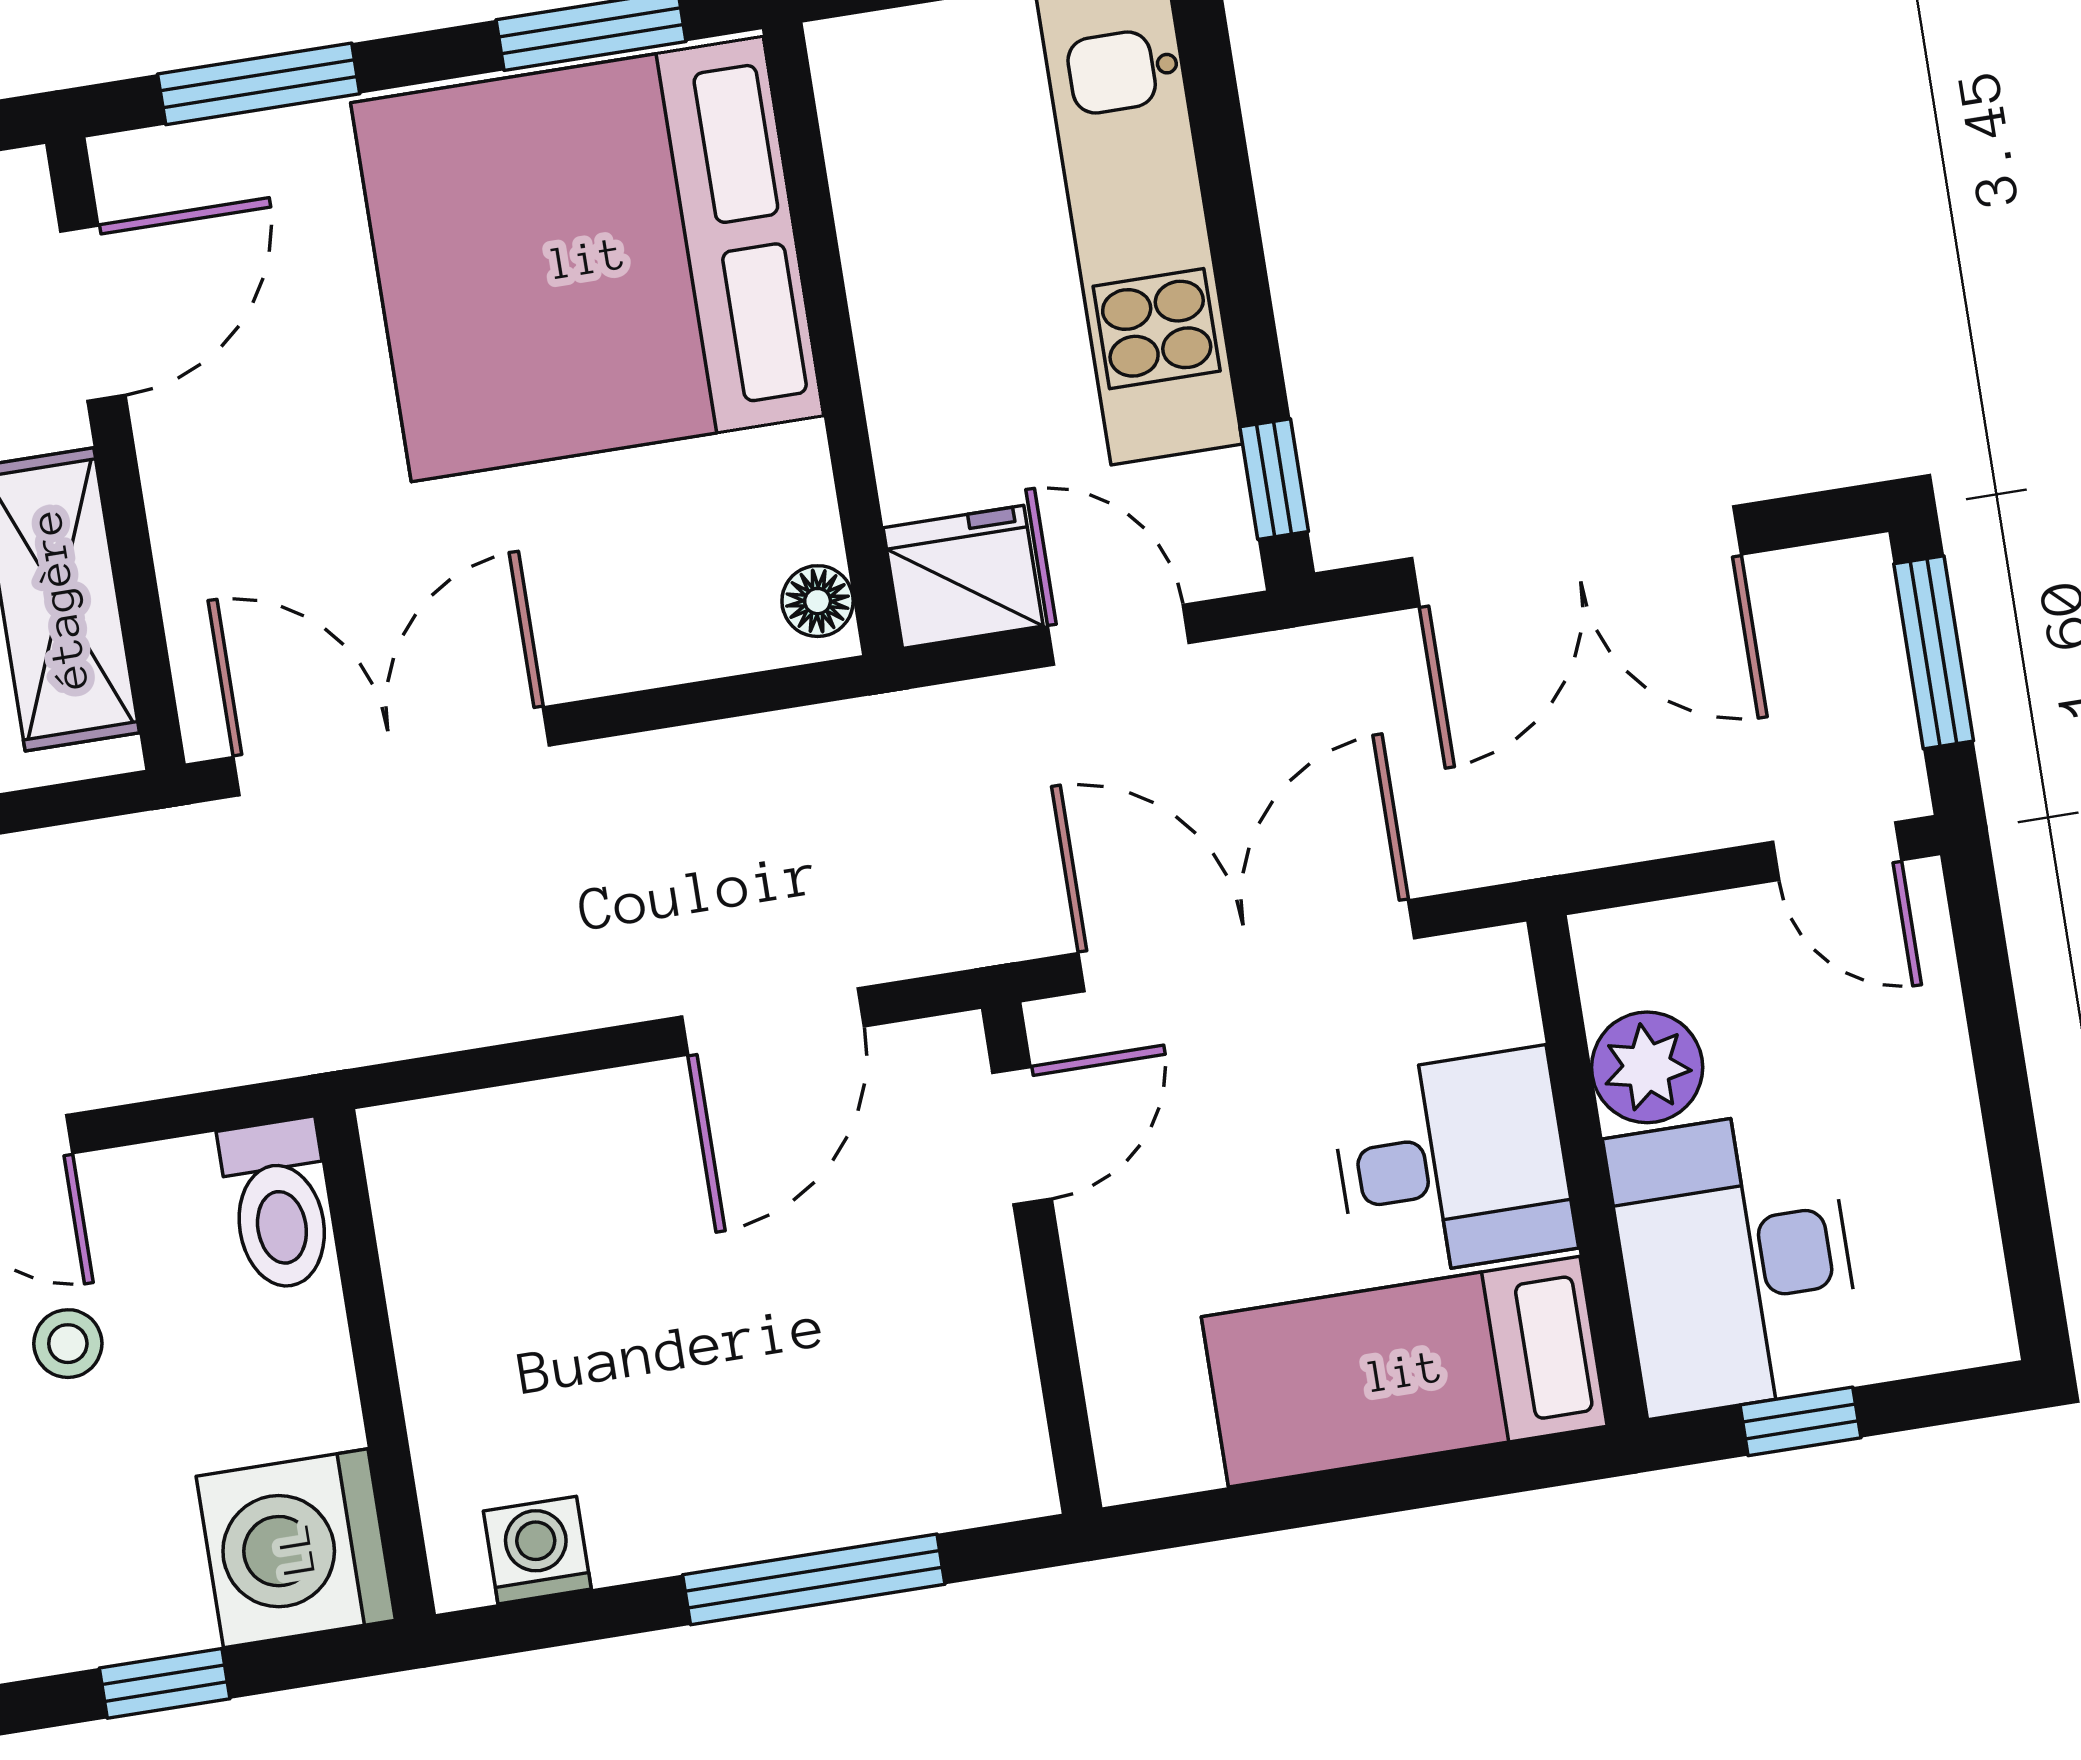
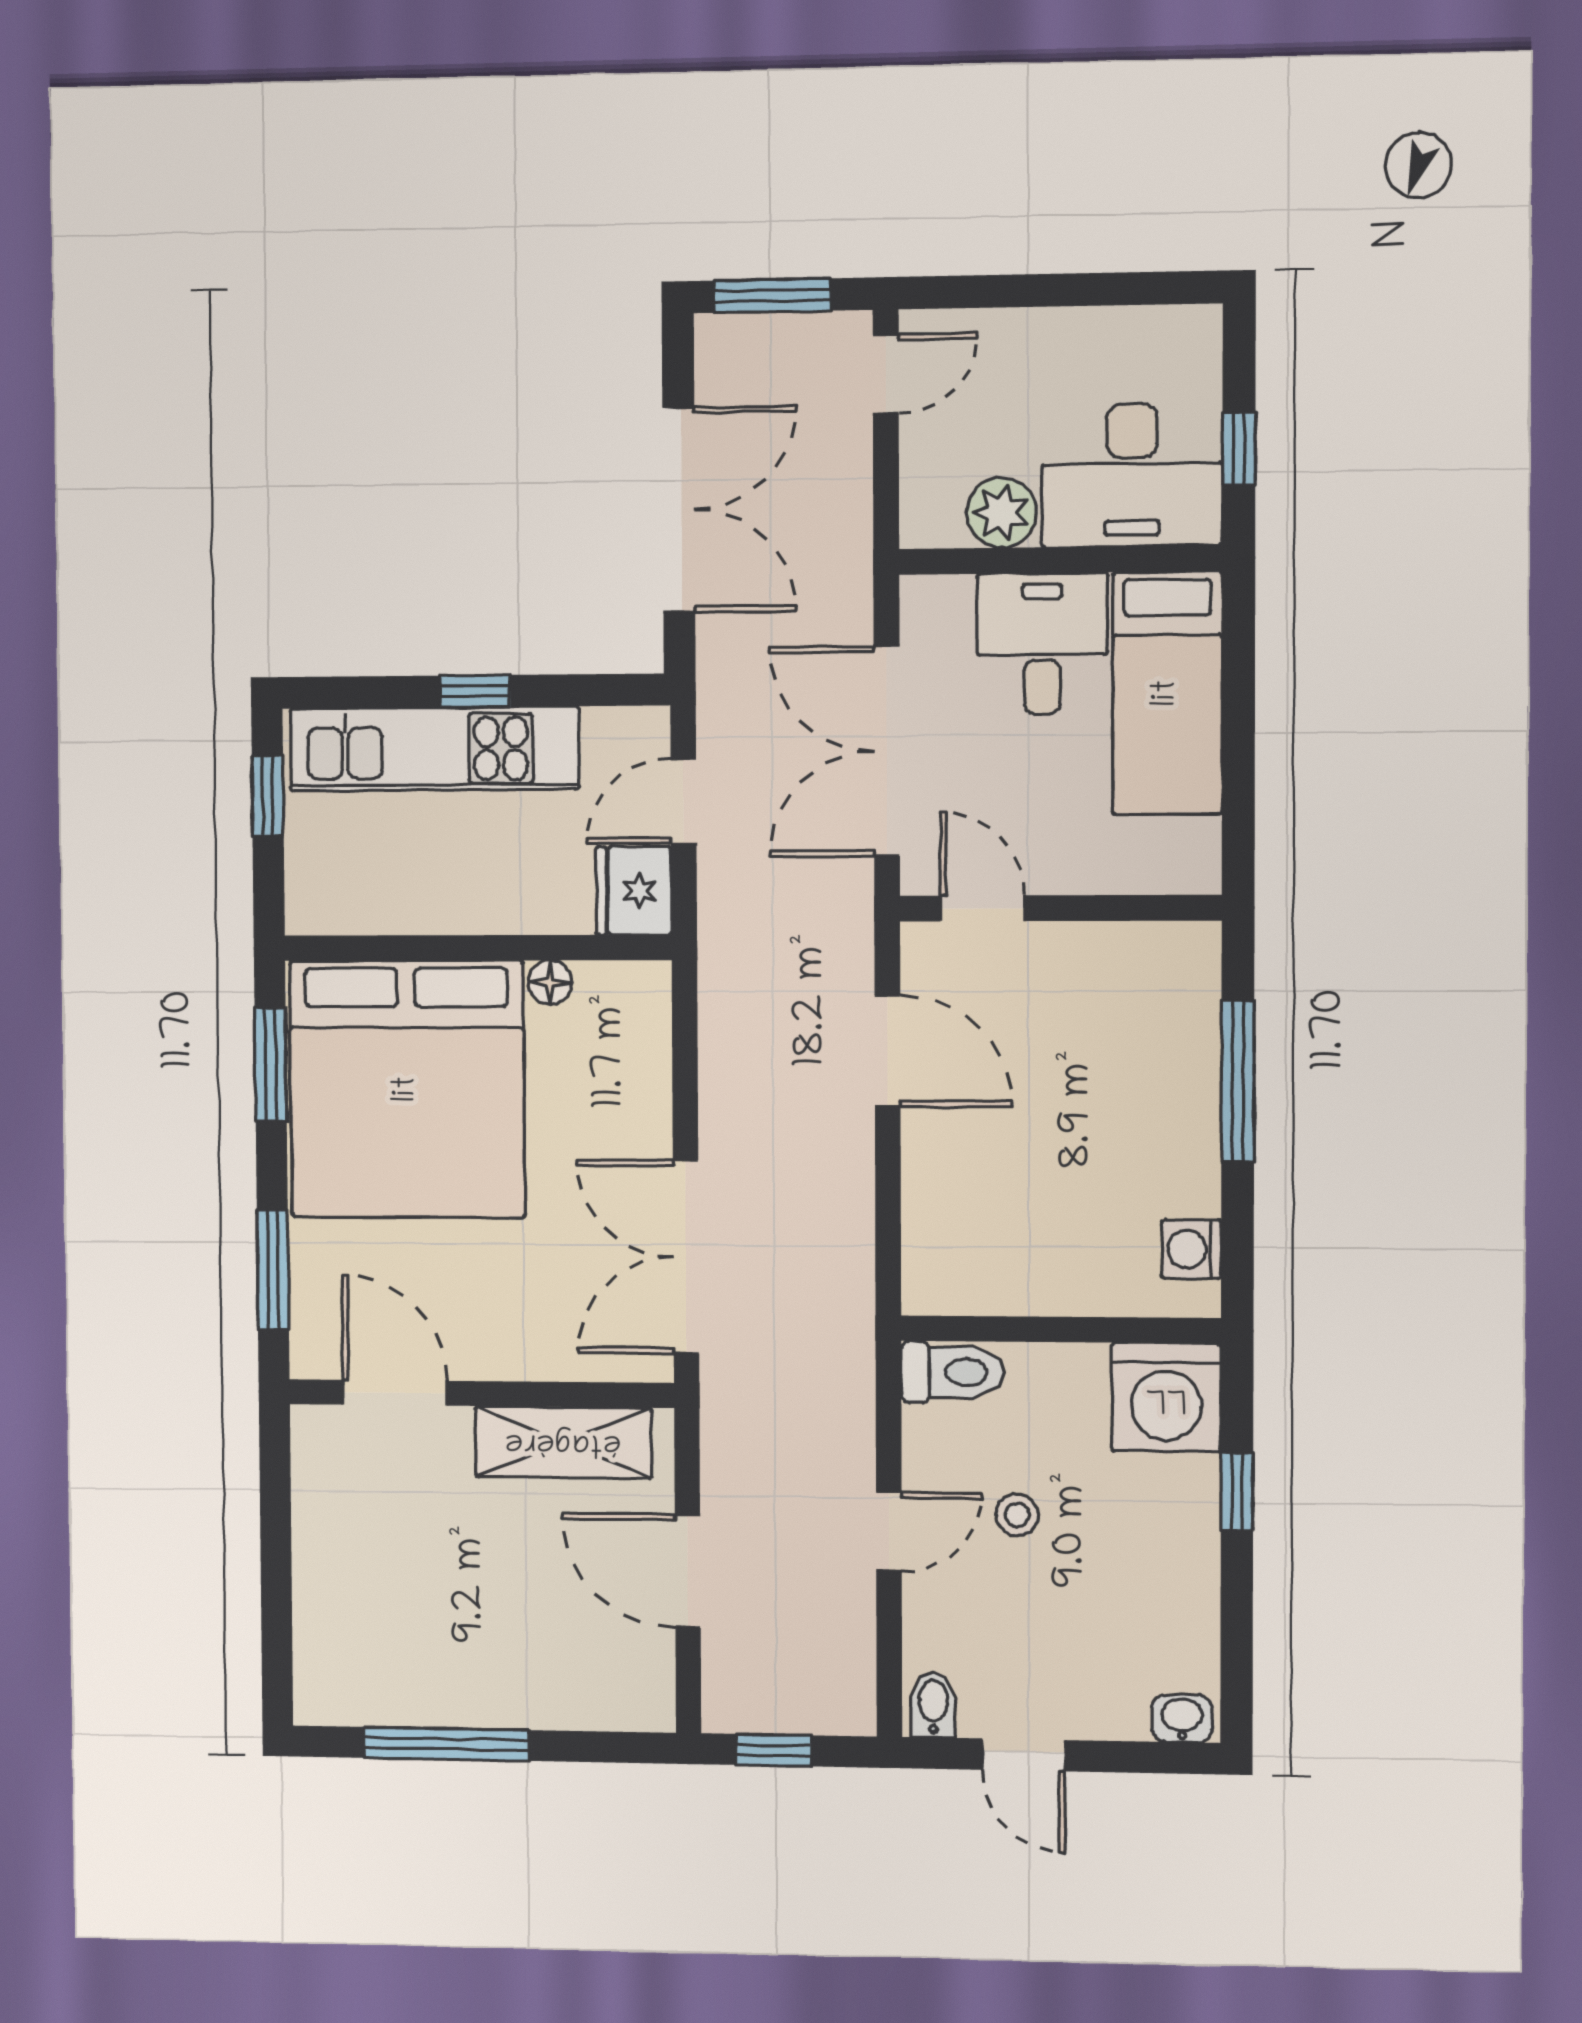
window: (1274, 479) -> (475, 691), moved
floor lamp: (818, 601) -> (550, 982), moved

